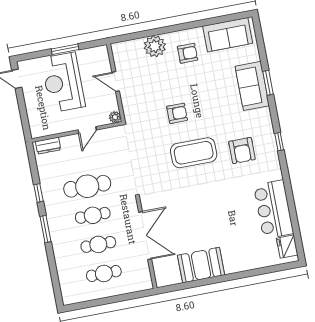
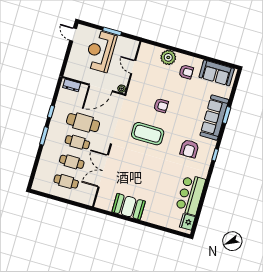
sofa: (252, 86) -> (214, 118), width x1.36
door: (87, 130) -> (101, 88), width x1.87
coffee table: (194, 153) -> (148, 134), moved
double door: (145, 236) -> (103, 171), swing flipped

